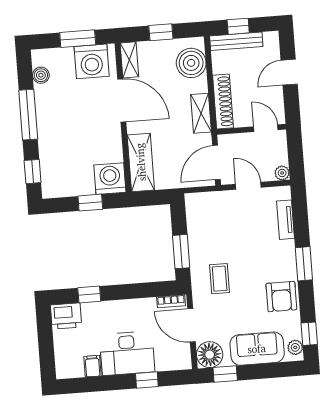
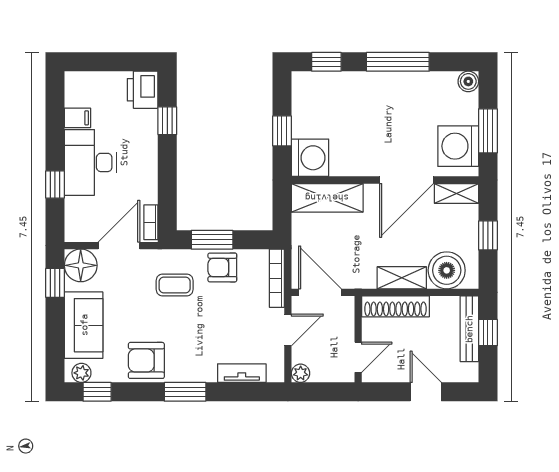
boiler: (41, 75) -> (468, 81), moved
shelving: (201, 113) -> (402, 278), moved
bookcase: (208, 198) -> (277, 278), added
armchair: (203, 242) -> (222, 267), added

